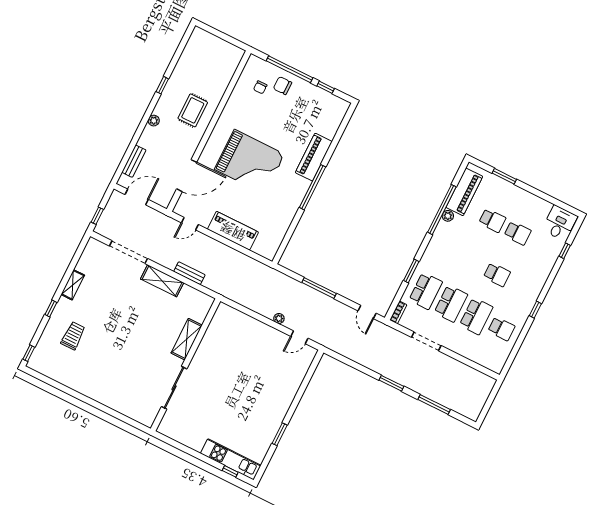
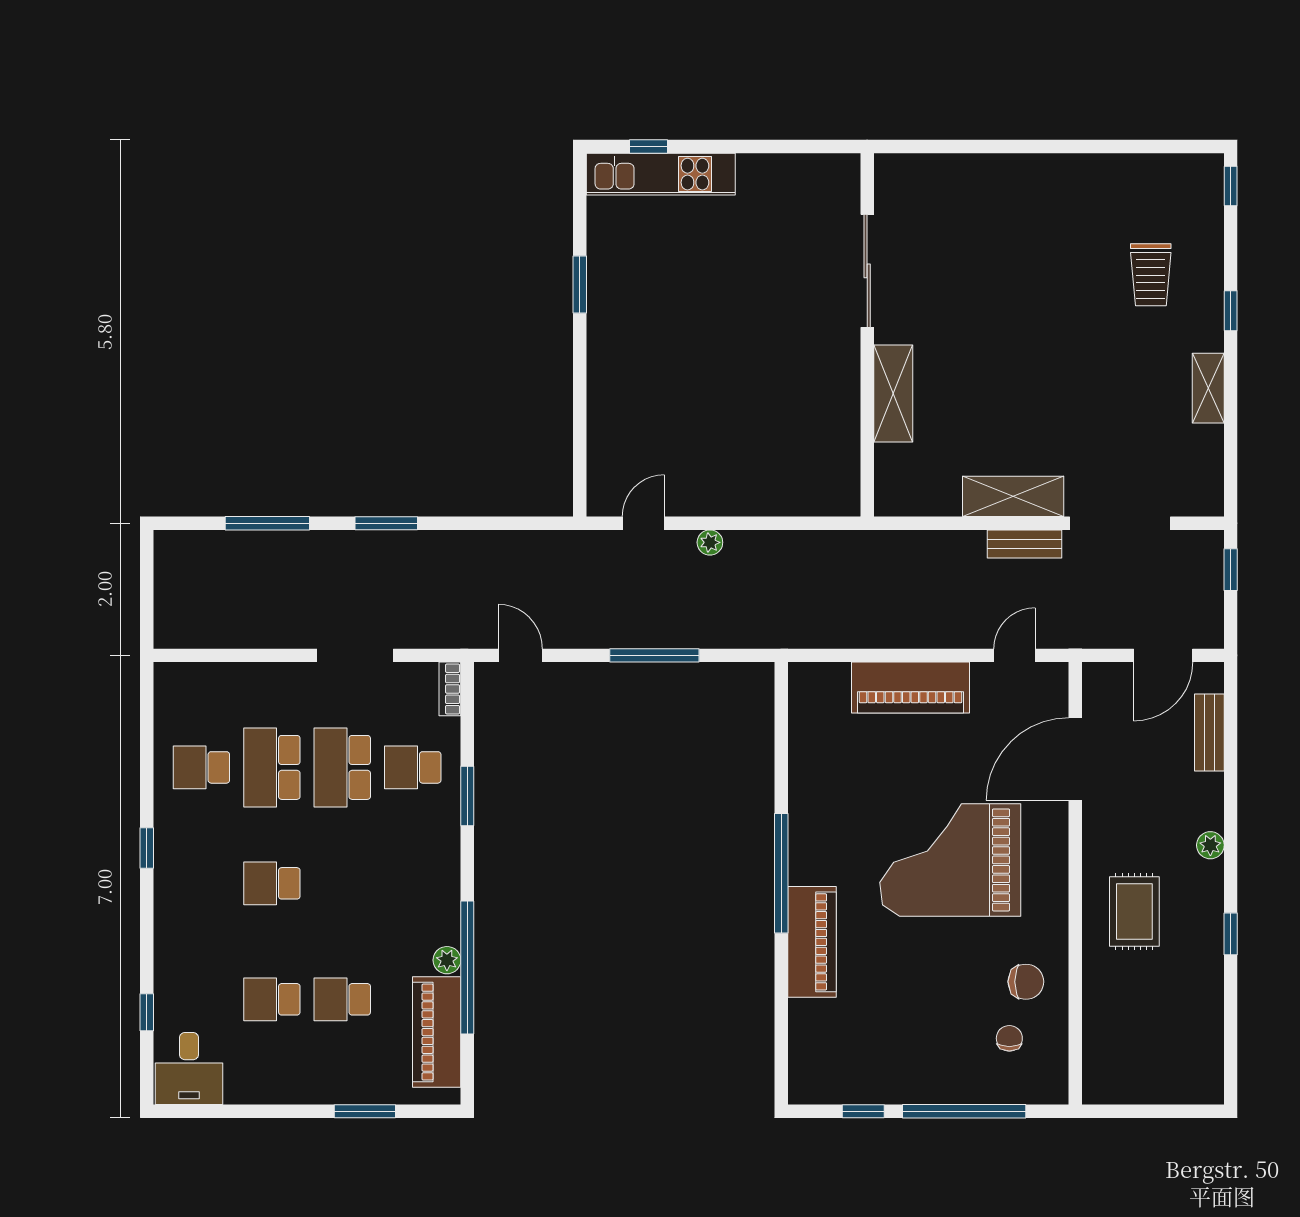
chair: (283, 86) -> (1026, 982), moved
bench: (189, 273) -> (1025, 544), moved
school desk: (426, 291) -> (413, 767), width x0.54

